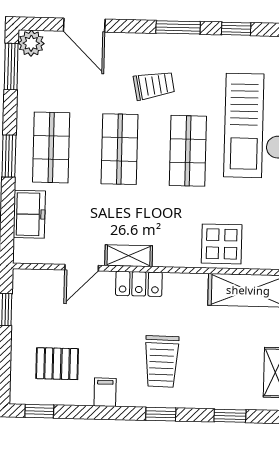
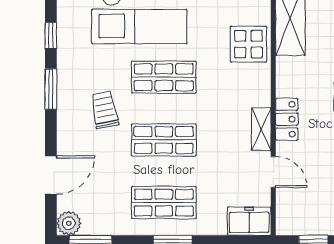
freezer: (29, 214) -> (249, 221), moved

